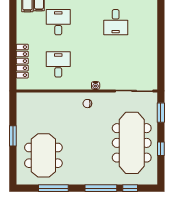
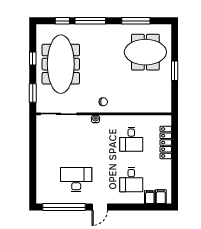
desk: (116, 22) -> (76, 180), width x1.37
meeting table: (43, 155) -> (145, 52), turned 90

